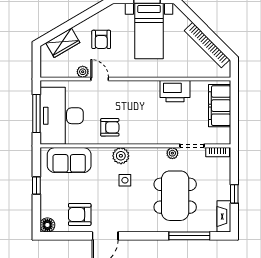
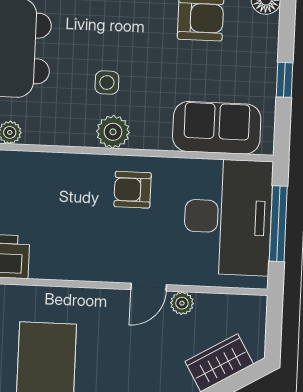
armchair: (101, 39) -> (142, 366), removed
door: (100, 79) -> (149, 287), hinge flipped

